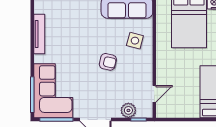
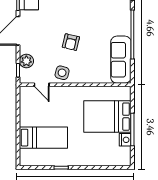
side table: (135, 41) -> (62, 73), moved

